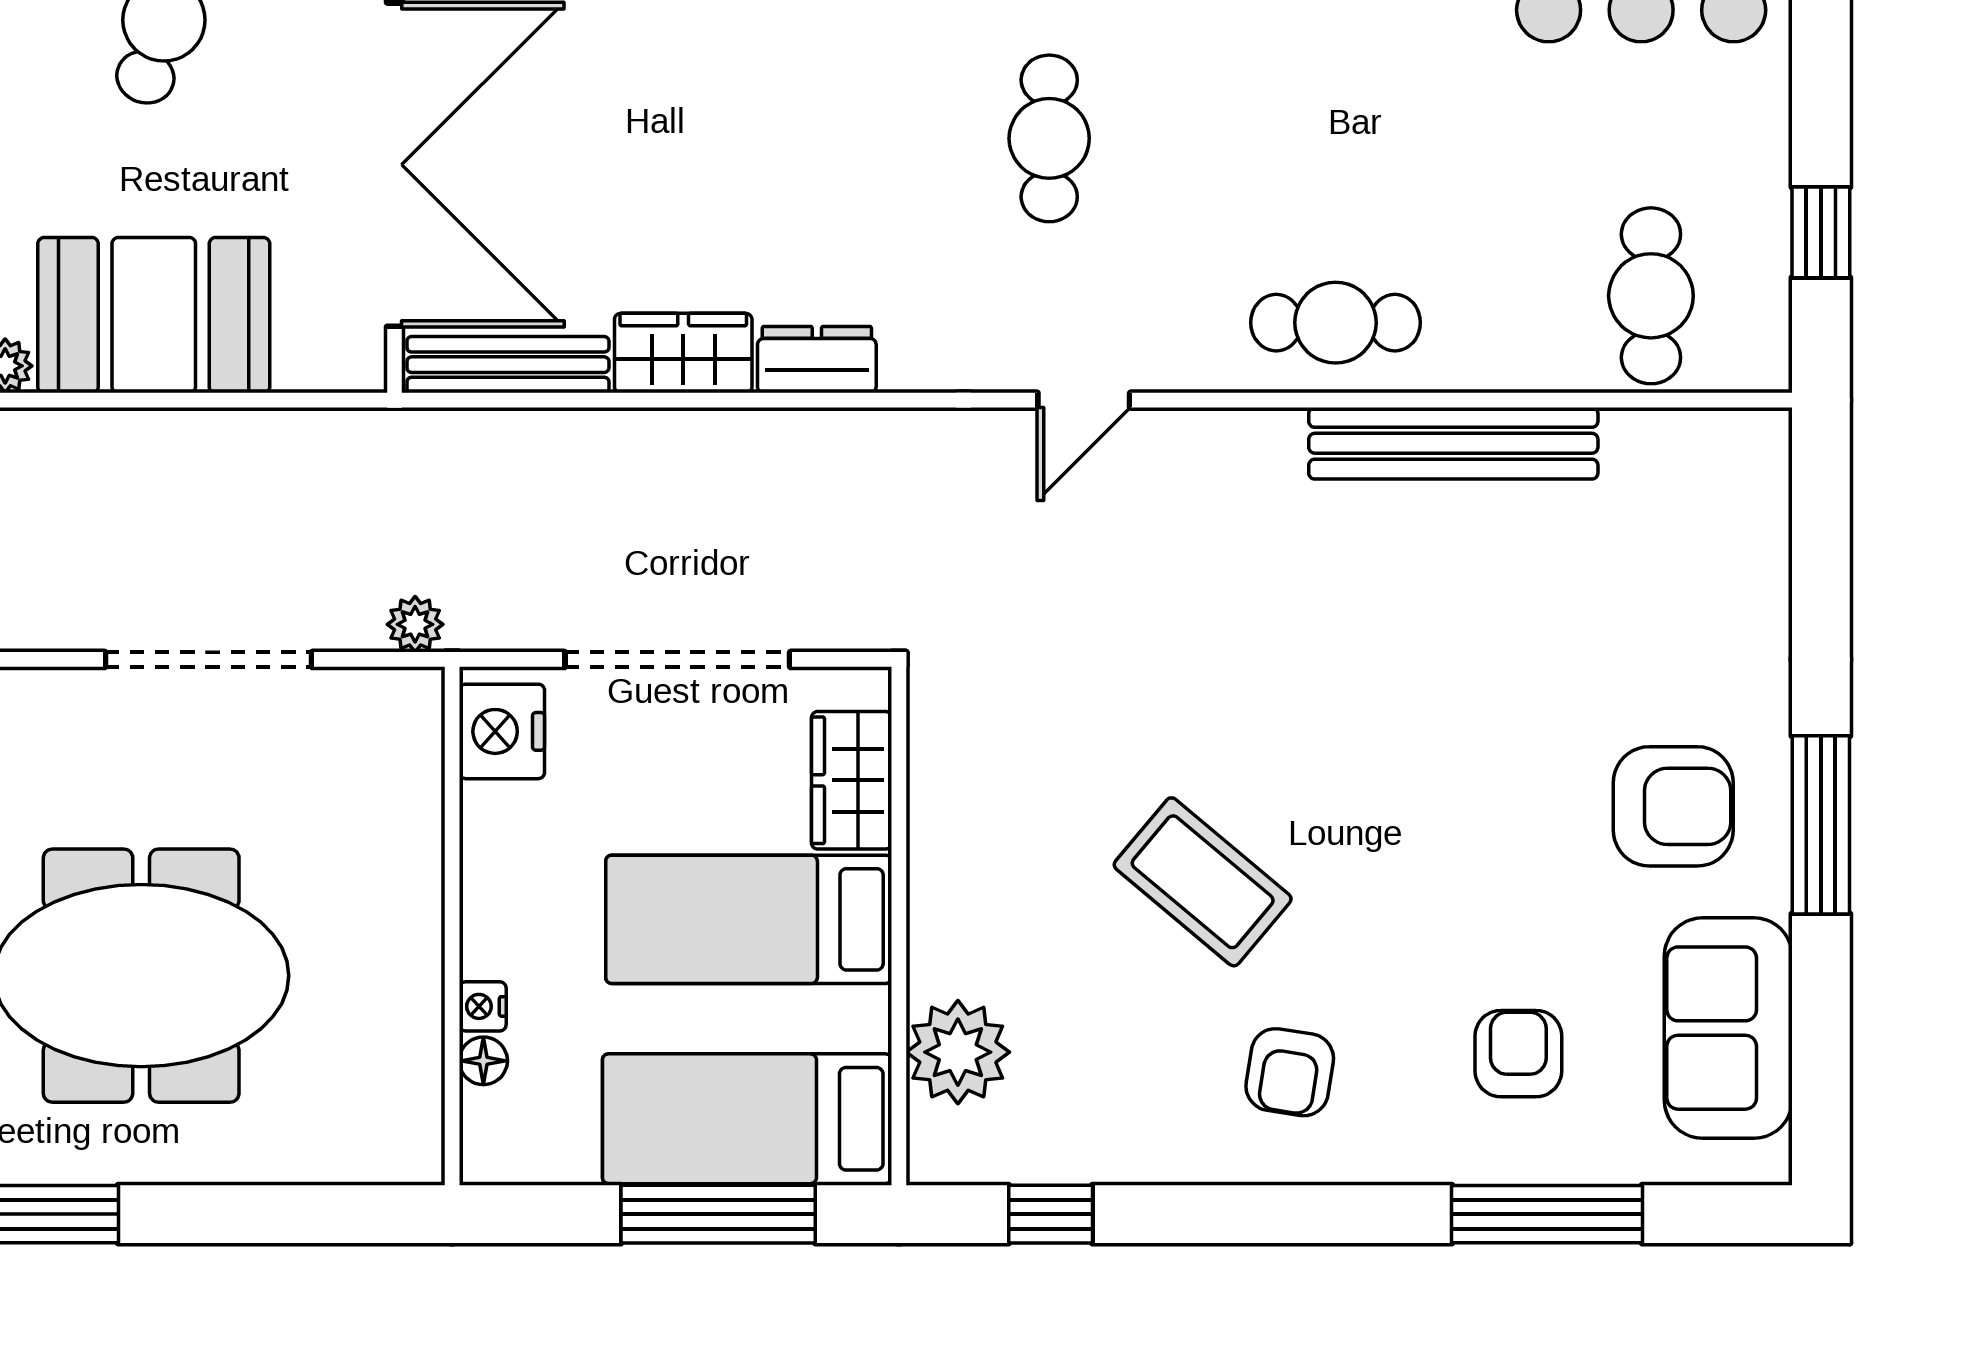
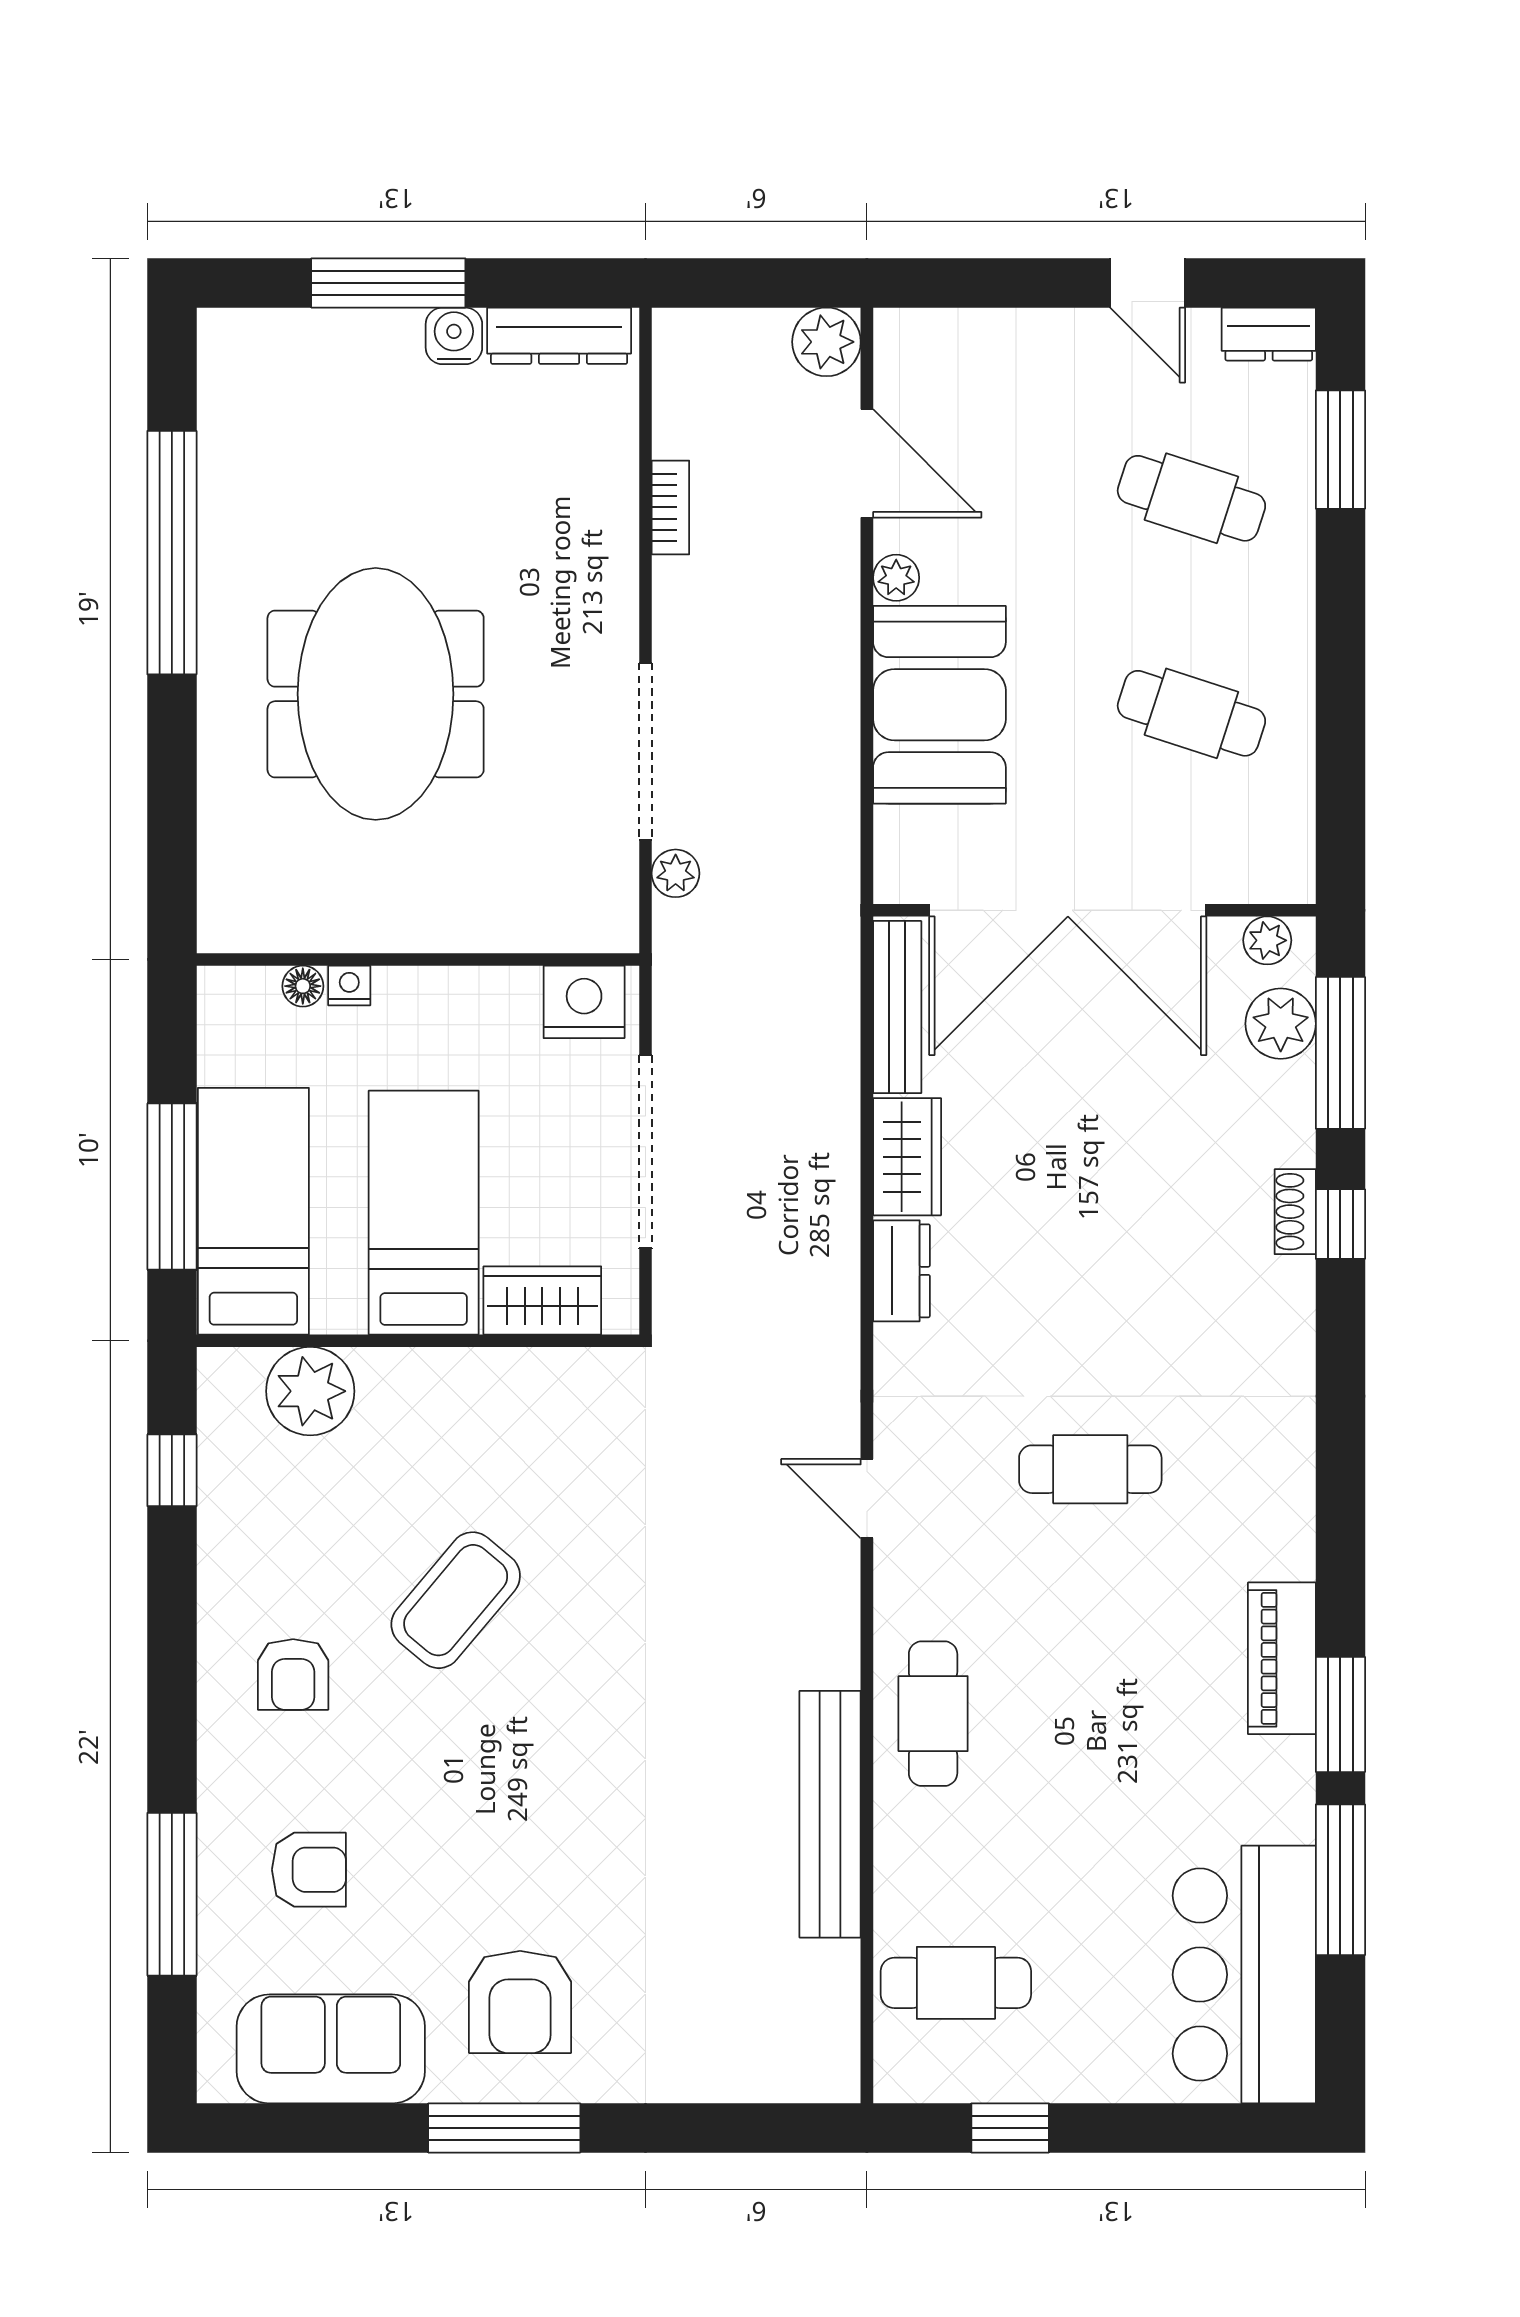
plant: (415, 624) -> (676, 873), moved
armchair: (1290, 1072) -> (293, 1675), turned -99

